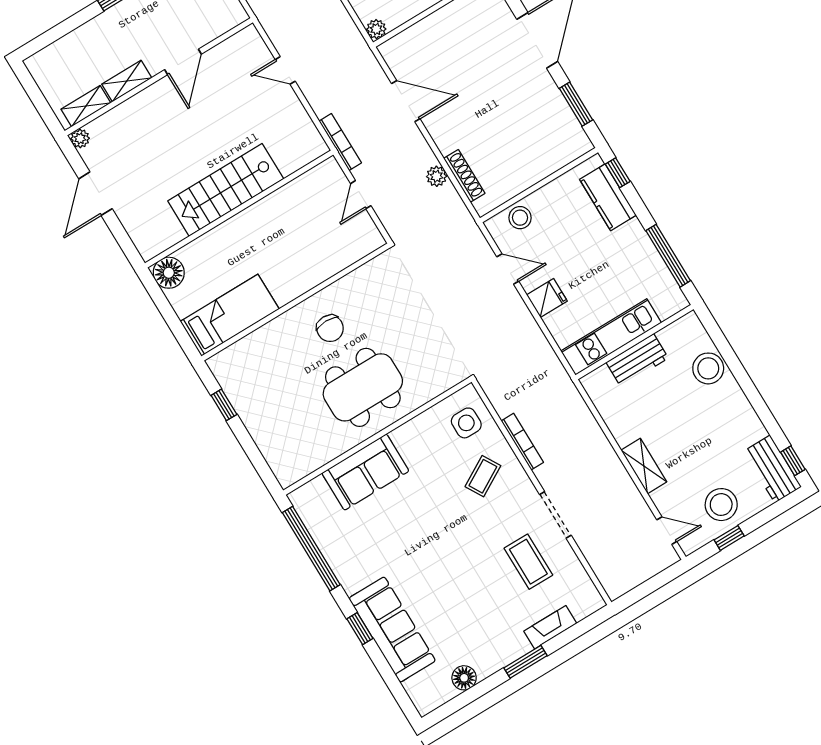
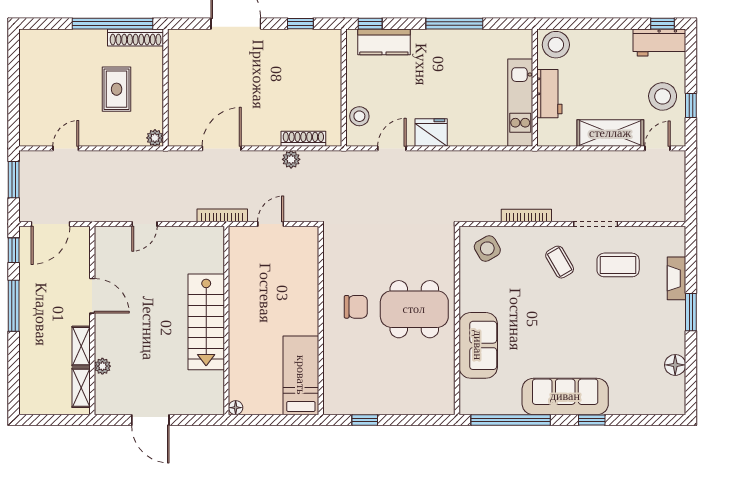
window: (576, 104) -> (300, 24), width x0.67
plant: (80, 138) -> (102, 366), moved
door: (361, 195) -> (271, 224), swing flipped
floor lamp: (169, 273) -> (236, 408), width x0.53, depth x0.53
fridge: (547, 298) -> (431, 132), width x1.38
kitchen unit: (611, 337) -> (520, 103), moved
wall: (634, 342) -> (535, 88), moved
workbench: (637, 360) -> (549, 94), moved
dining table: (363, 387) -> (414, 309), turned 90
side table: (466, 423) -> (487, 248), turned -30
shelving: (644, 466) -> (610, 133), width x1.50, depth x1.33
coffee table: (483, 476) -> (560, 262), moved
sofa: (392, 629) -> (565, 396), moved

